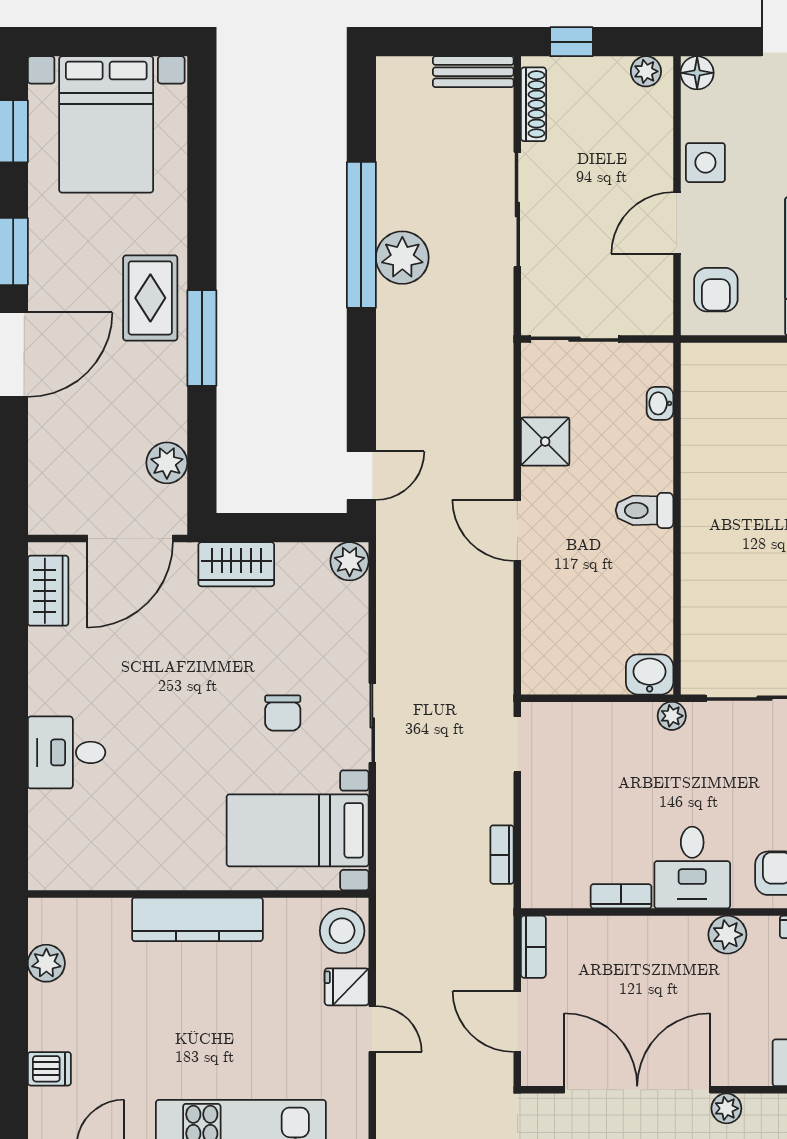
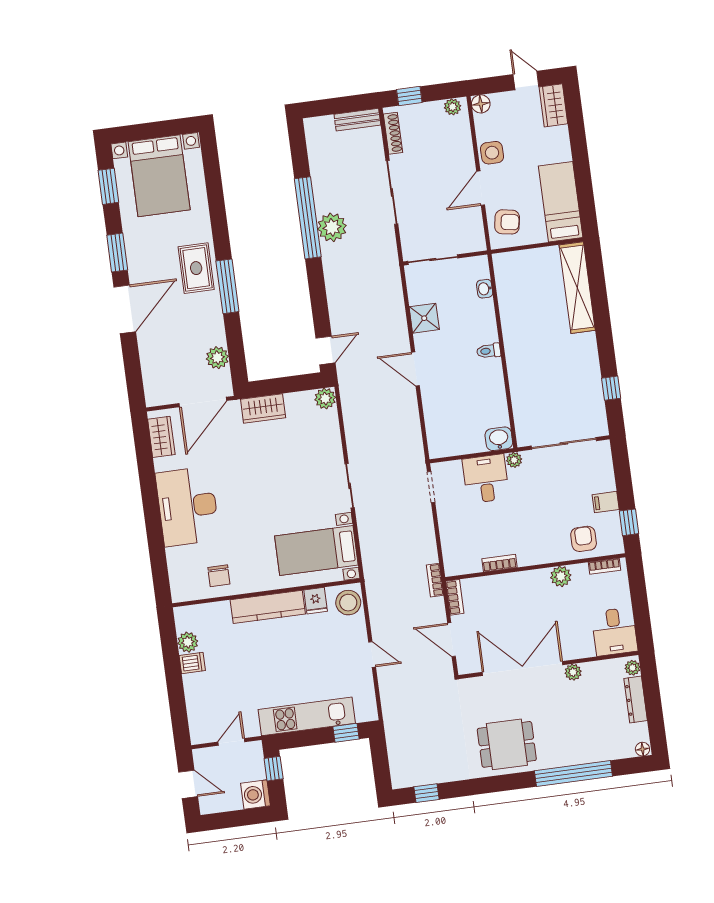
armchair: (716, 290) -> (507, 222), turned -80
toilet: (644, 510) -> (489, 351), width x0.73, depth x0.72
chair: (283, 713) -> (219, 576), moved
desk: (67, 752) -> (188, 506), width x1.87, depth x1.30
bookcase: (502, 855) -> (435, 580), moved
desk: (692, 868) -> (486, 479), moved, turned 180
fridge: (347, 987) -> (316, 601), moved, turned -90
dishwasher: (49, 1069) -> (192, 663), moved

